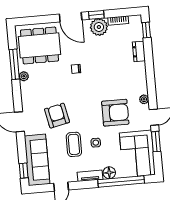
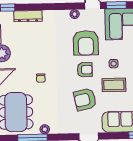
dresser: (139, 51) -> (28, 16), width x1.44
armchair: (88, 113) -> (85, 70), added
armchair: (115, 113) -> (86, 43), turned 180

